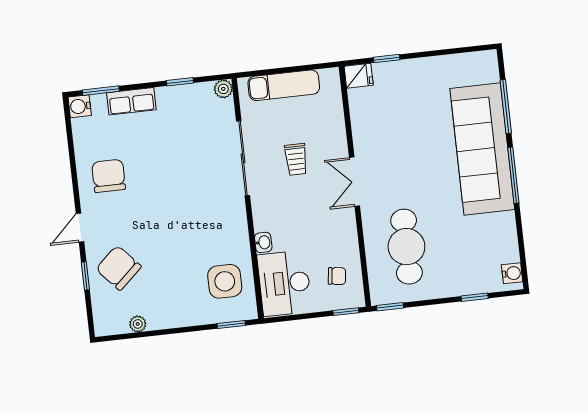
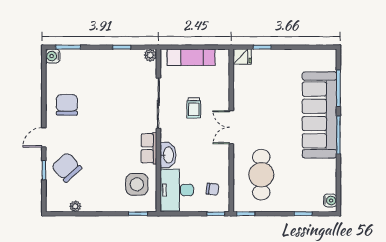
row of seats: (131, 101) -> (149, 148), moved, turned 90
washbasin: (263, 242) -> (168, 155), width x1.91, depth x1.45

